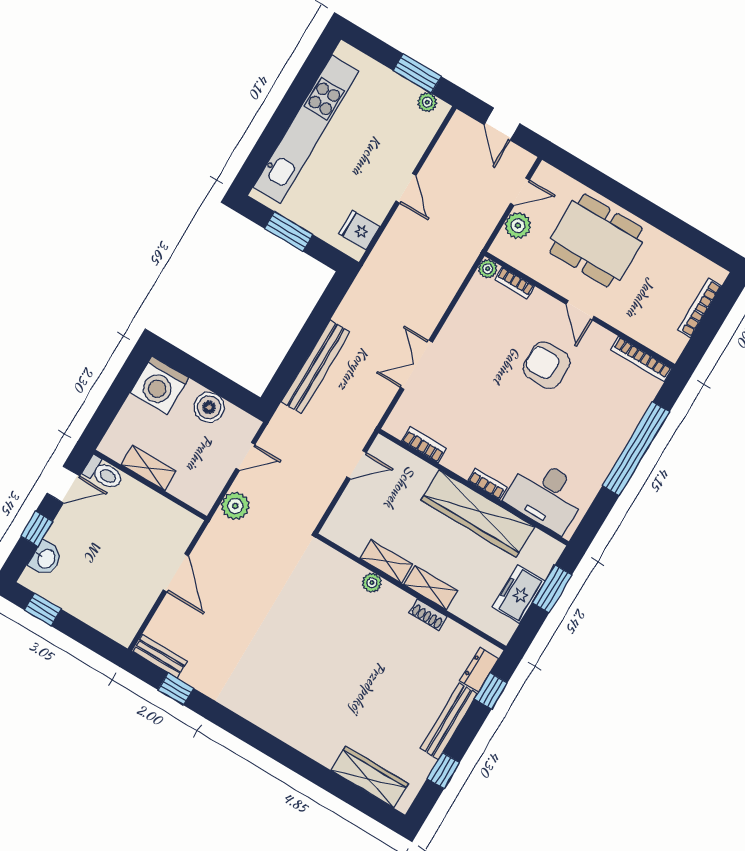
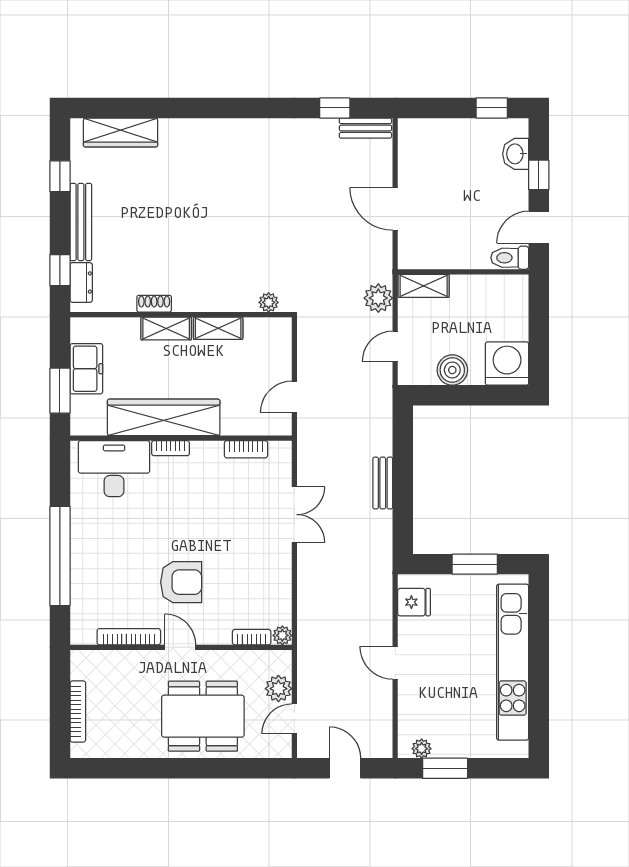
bookcase: (641, 359) -> (129, 637), moved
bench: (316, 367) -> (383, 483), width x0.54, depth x0.82
shelving: (148, 468) -> (424, 286), moved
plant: (372, 583) -> (269, 302), moved

